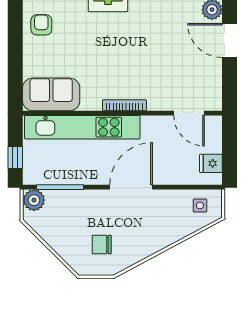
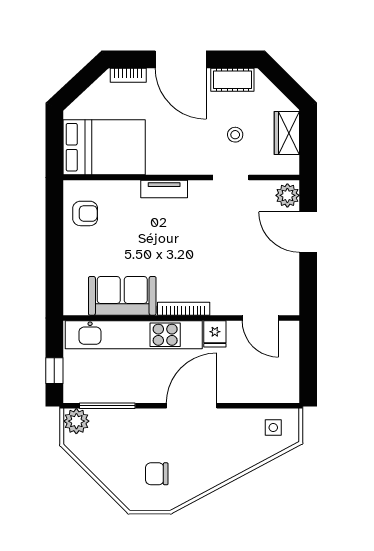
armchair: (41, 25) -> (85, 213), turned 90
sofa: (51, 94) -> (122, 296), moved
fridge: (211, 163) -> (215, 334), moved, turned -90

